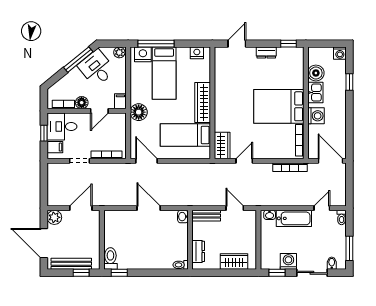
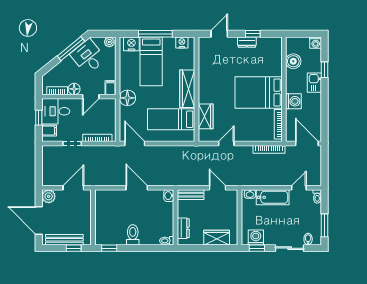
window: (156, 44) -> (155, 34), moved
window: (289, 44) -> (253, 34), moved
kitchen sink: (315, 92) -> (314, 83), moved, turned 180
wardrobe: (222, 145) -> (206, 116), moved
toilet: (110, 258) -> (133, 235), moved
washing machine: (288, 261) -> (256, 238), moved

